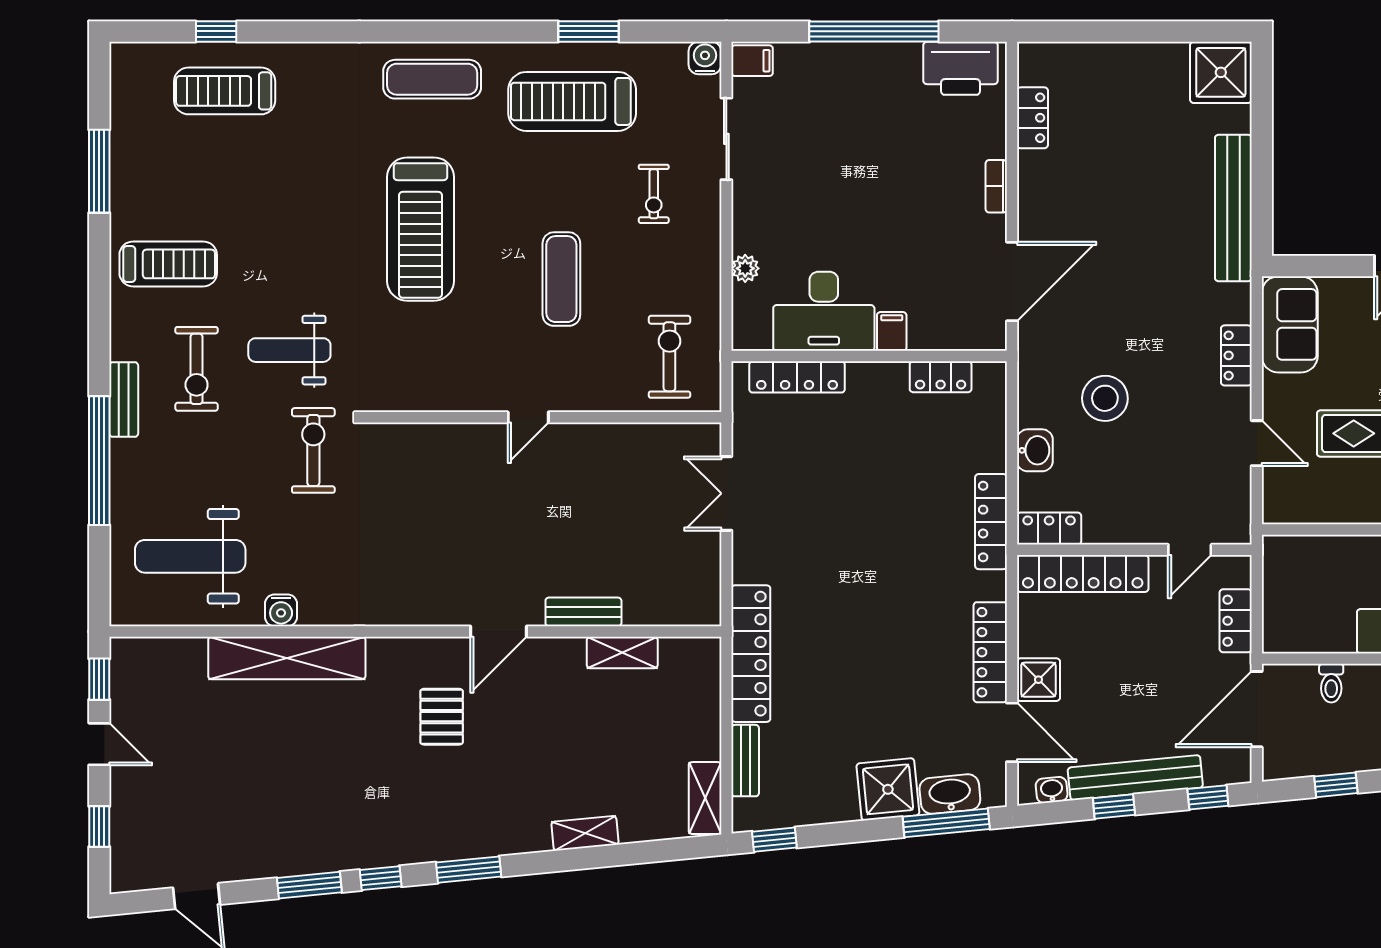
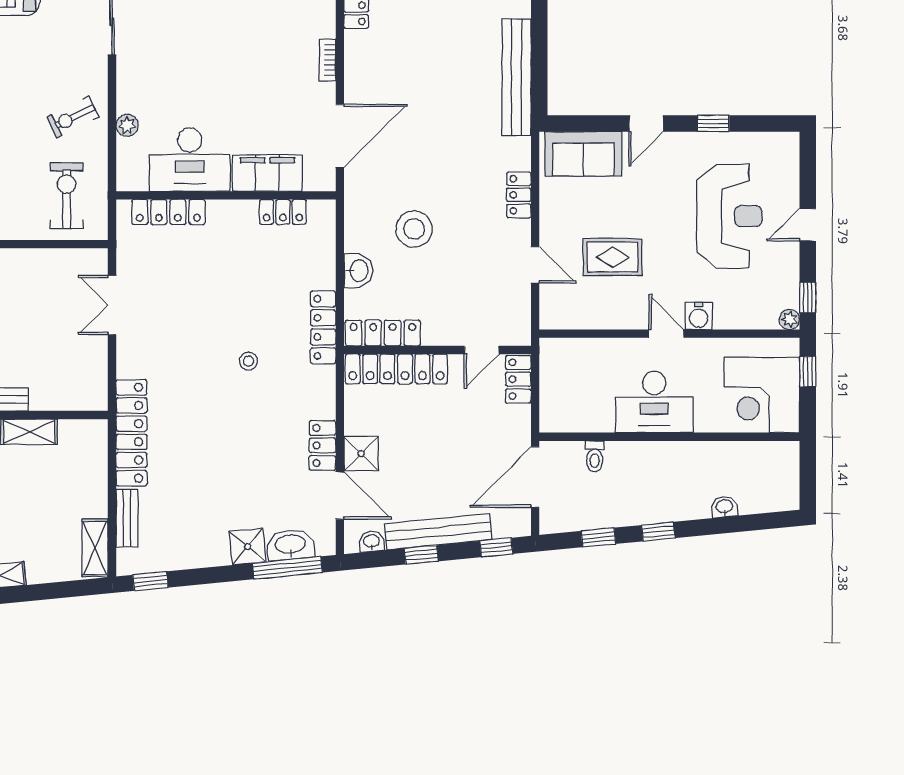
exercise bike: (654, 194) -> (73, 117), moved, turned 64
sofa: (1290, 324) -> (583, 154), moved, turned 90
filing cabinet: (892, 331) -> (267, 173), width x3.00, depth x1.17
locker: (1049, 529) -> (383, 333), width x1.53
stool: (897, 564) -> (248, 361), added
locker: (1236, 621) -> (518, 379), moved
locker: (990, 652) -> (323, 445), width x0.66
shower: (888, 789) -> (248, 547), width x0.73, depth x0.73

